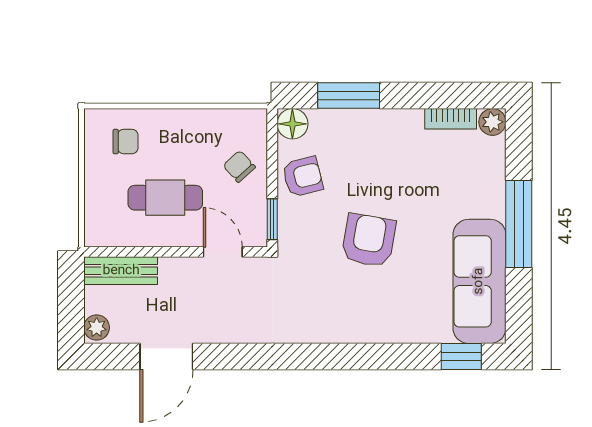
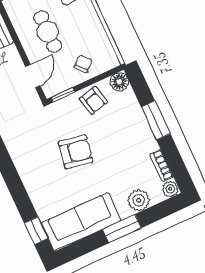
window: (349, 96) -> (156, 120), moved
plant: (487, 178) -> (139, 200), added
window: (519, 224) -> (122, 229), width x0.69

